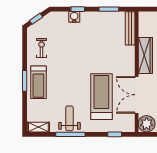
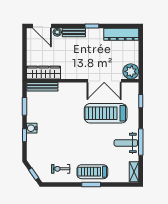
water cooler: (74, 17) -> (32, 128), moved
wardrobe: (145, 55) -> (44, 73), moved
treadmill: (38, 82) -> (92, 172), turned 180

